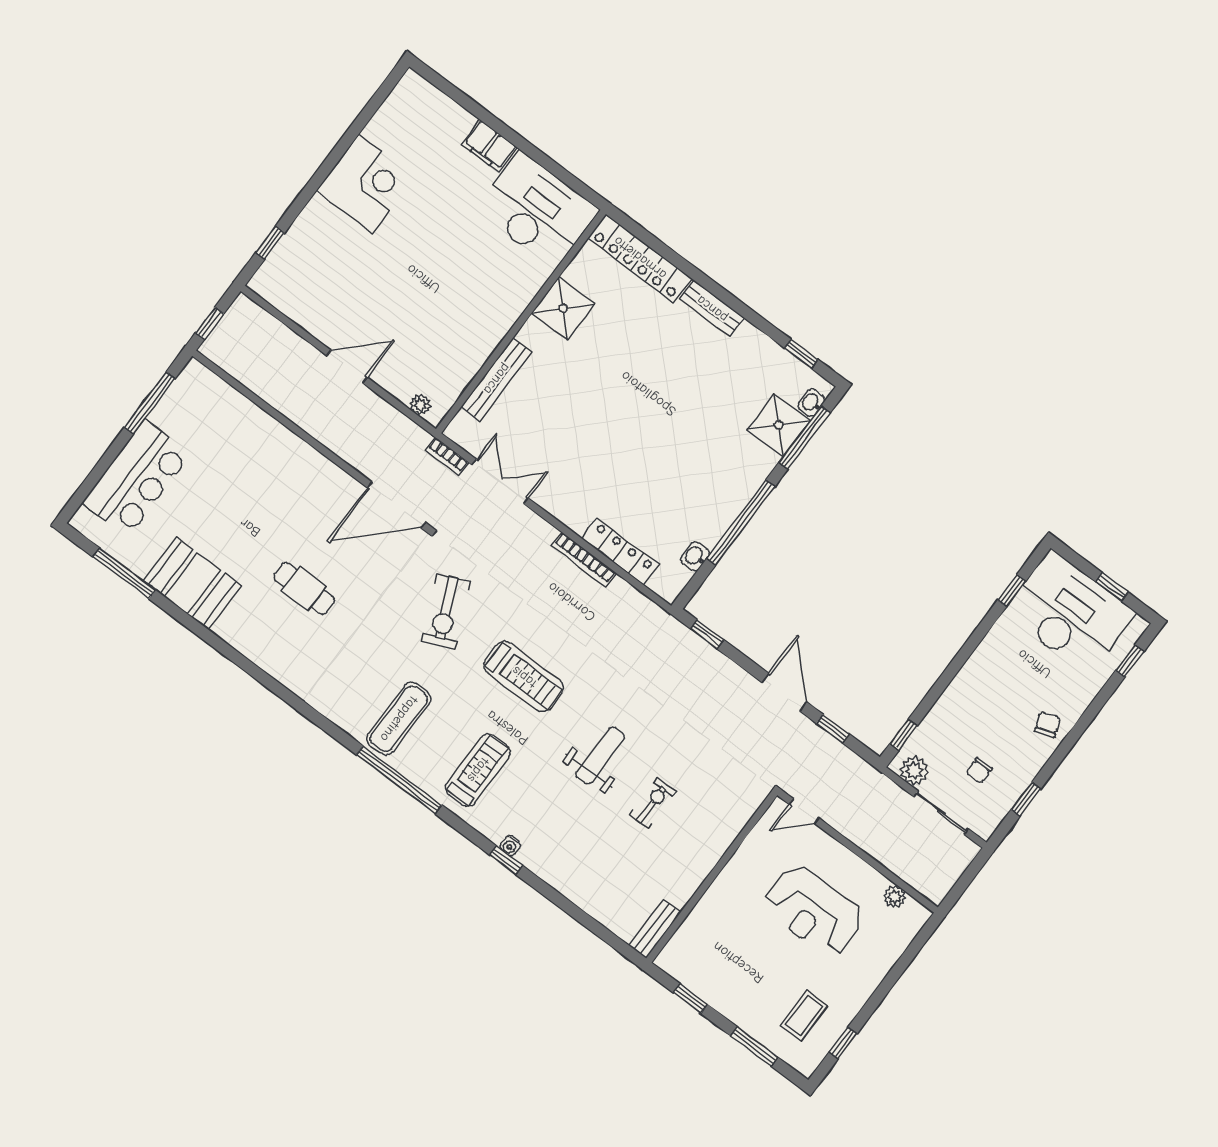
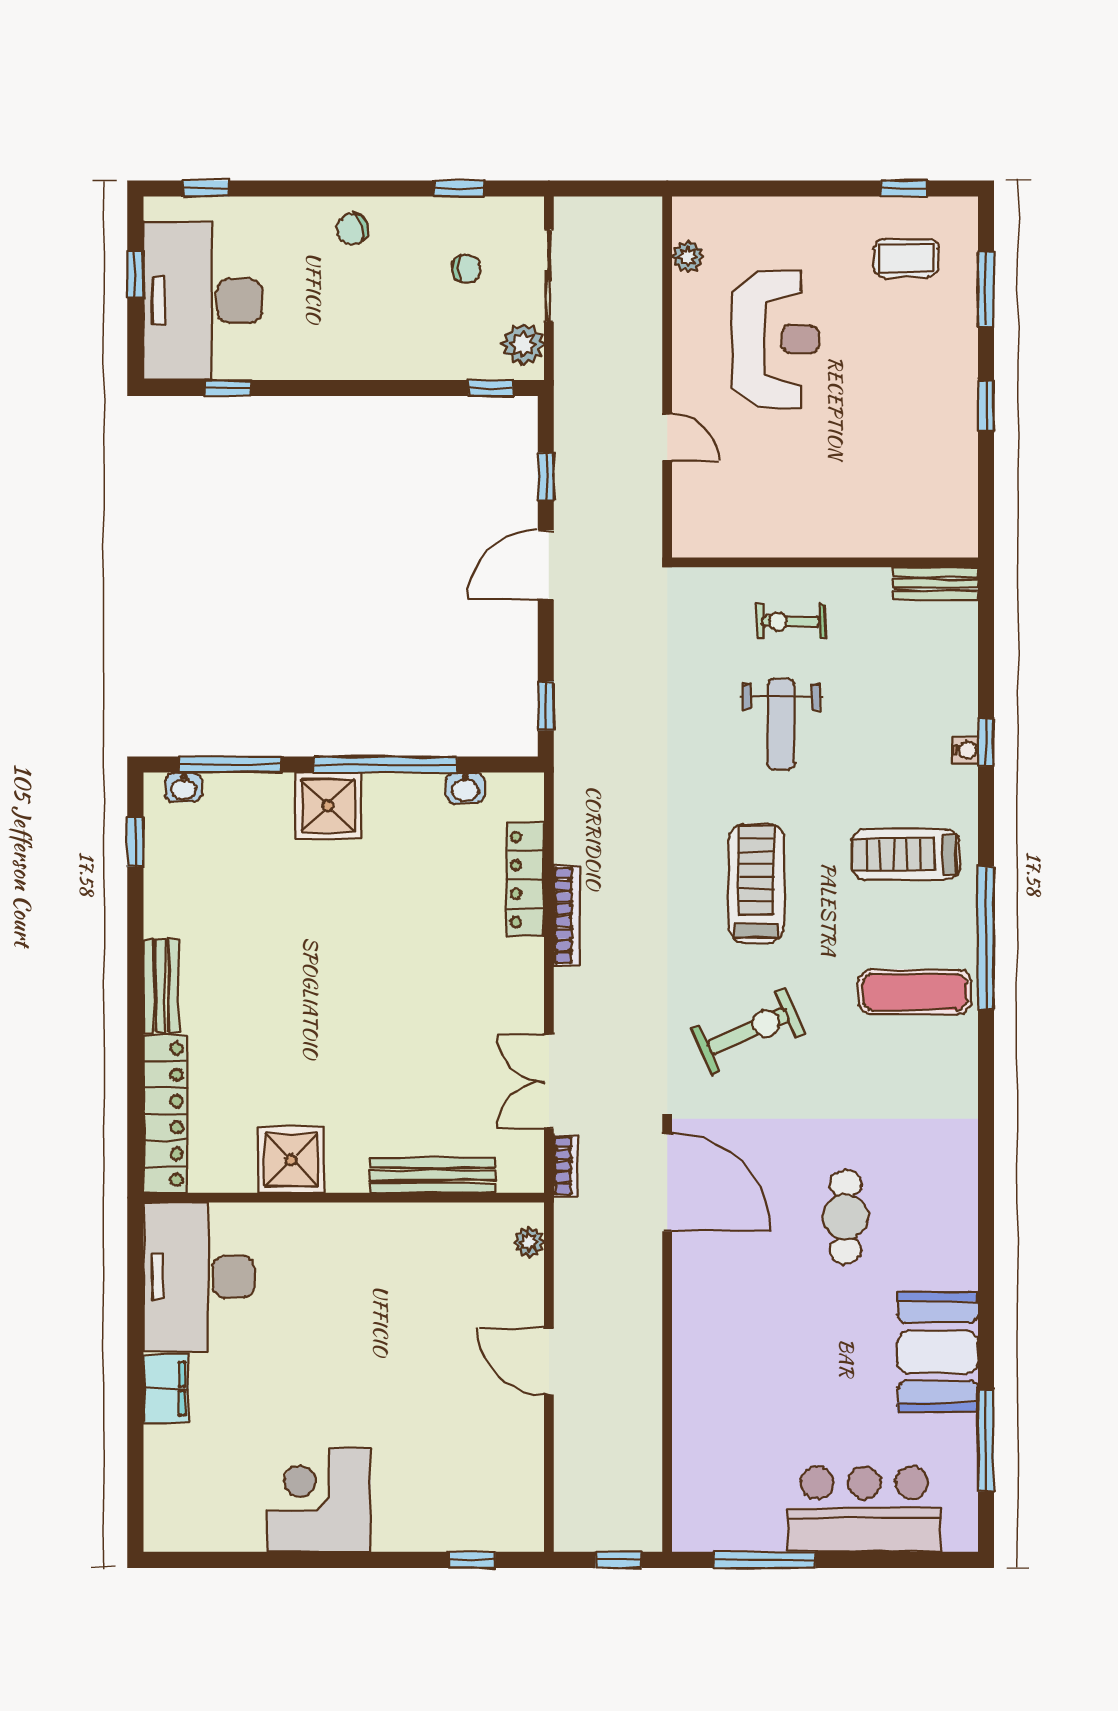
shower: (779, 425) -> (328, 806), moved
weight bench: (600, 755) -> (781, 724), turned -90
wall: (712, 877) -> (825, 562), moved
bench: (655, 929) -> (936, 583), moved

